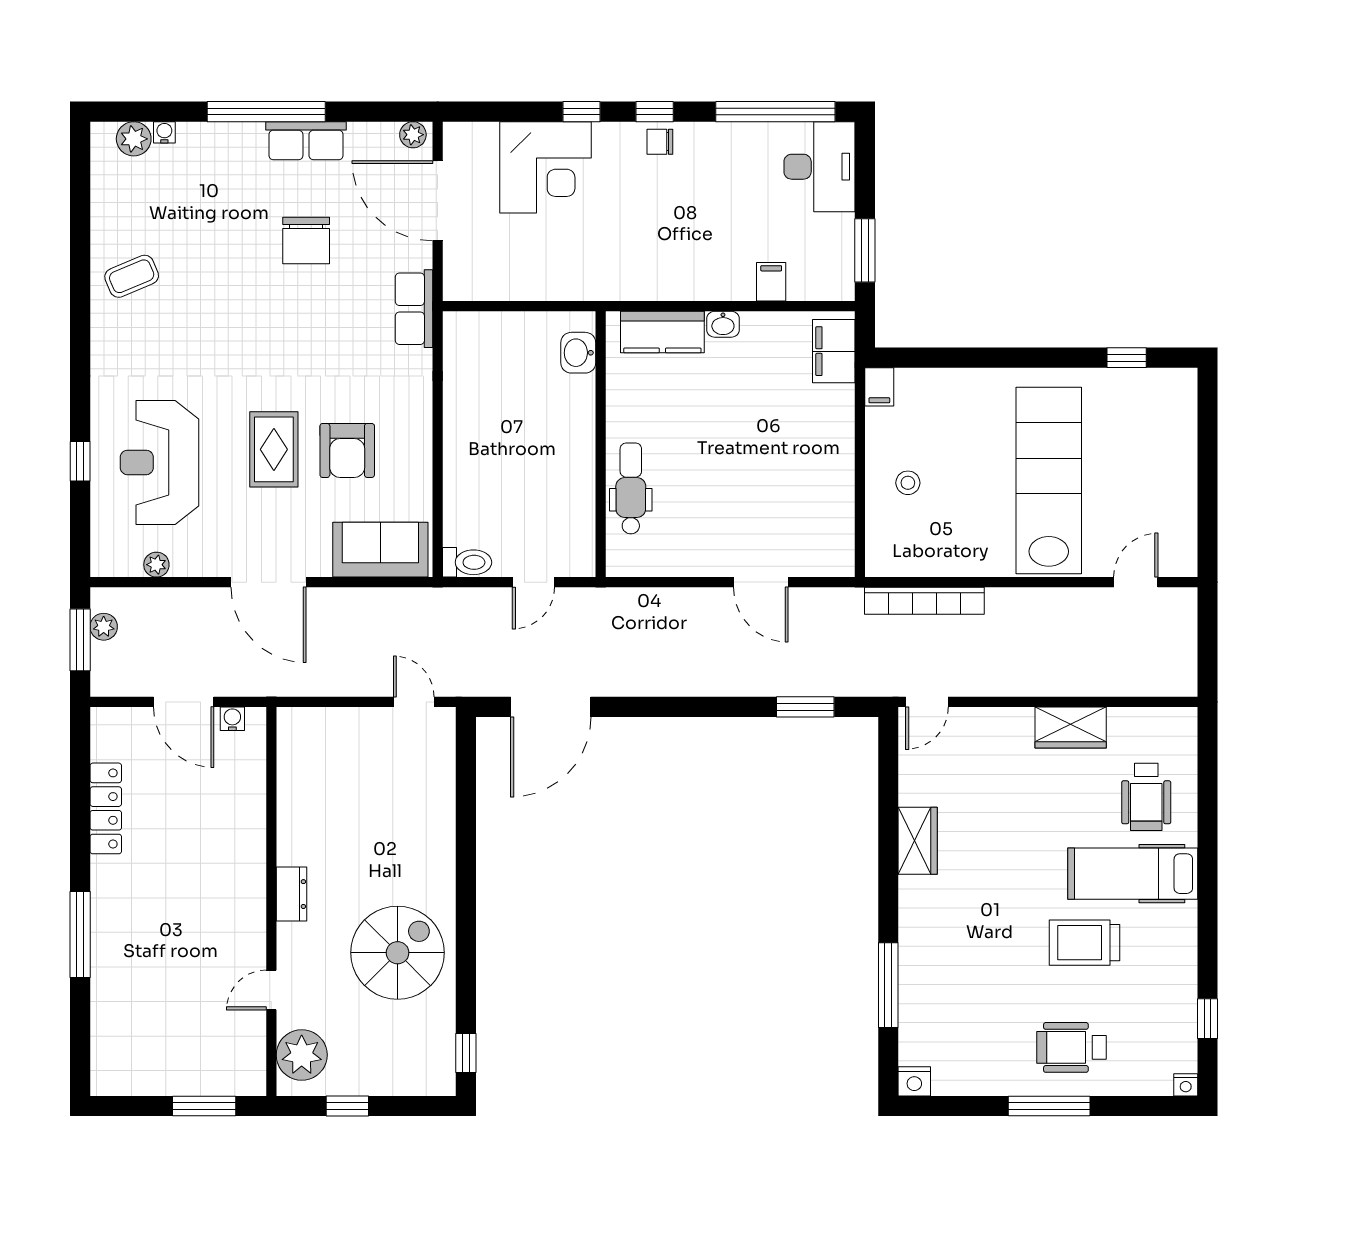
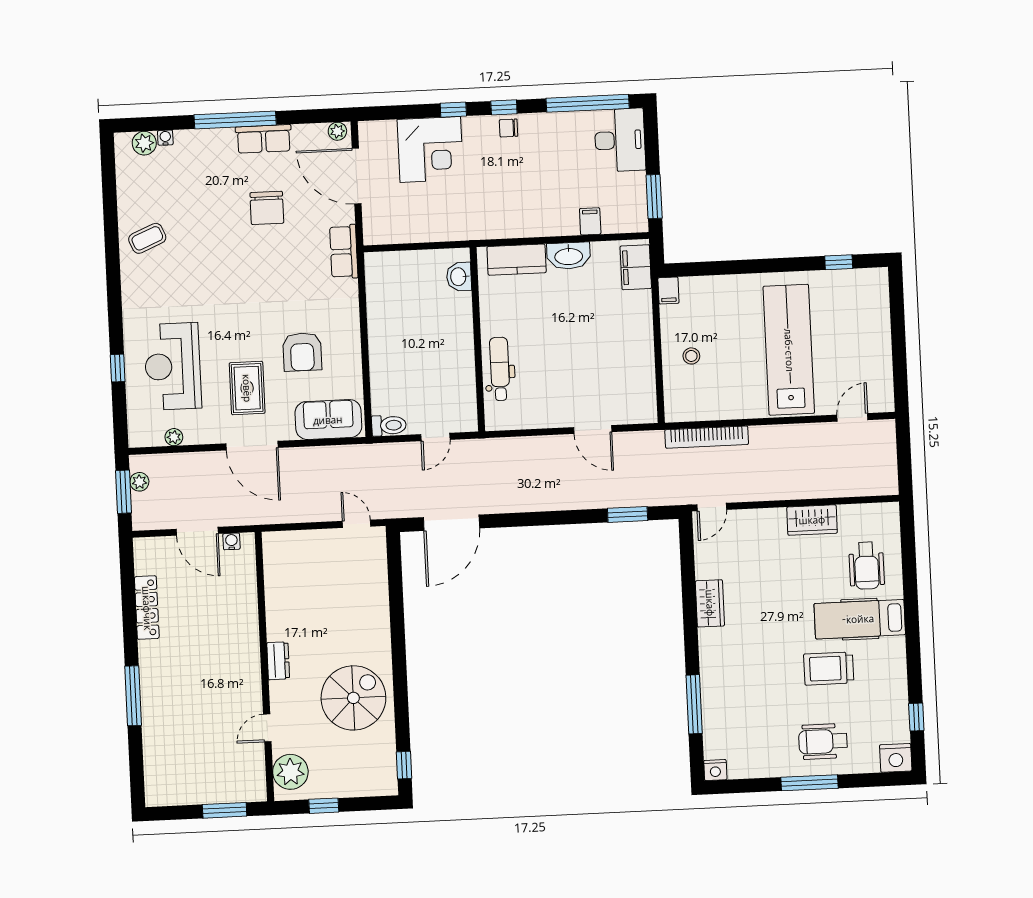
washbasin: (723, 324) -> (569, 256), width x1.91, depth x1.45
rug: (274, 449) -> (247, 388), moved
nightstand: (1186, 1085) -> (896, 758), width x1.89, depth x1.79

